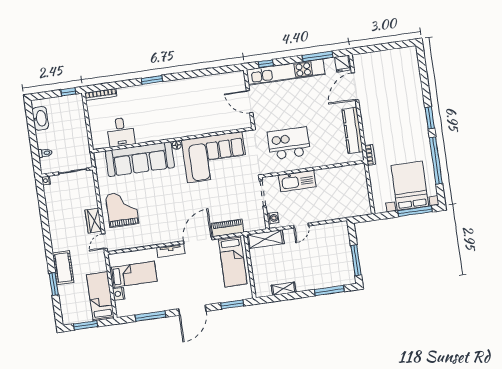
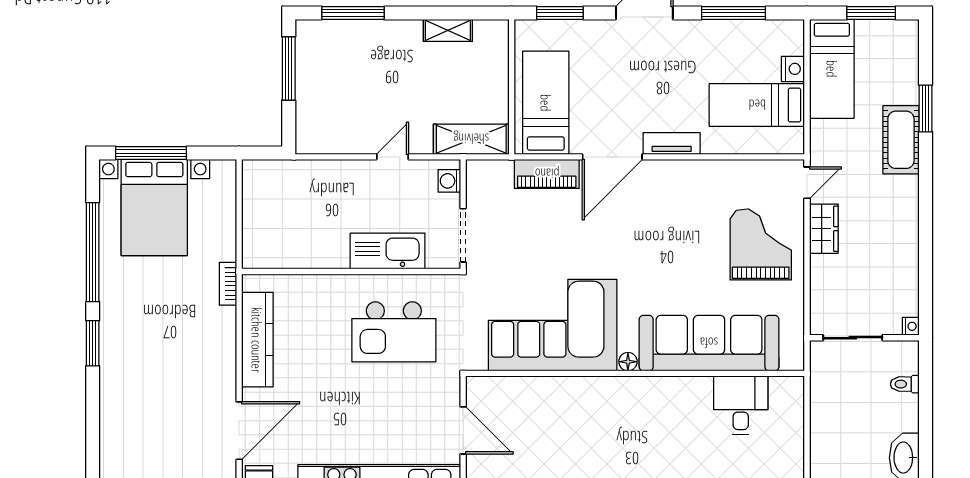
grand piano: (122, 209) -> (761, 244), turned 180

